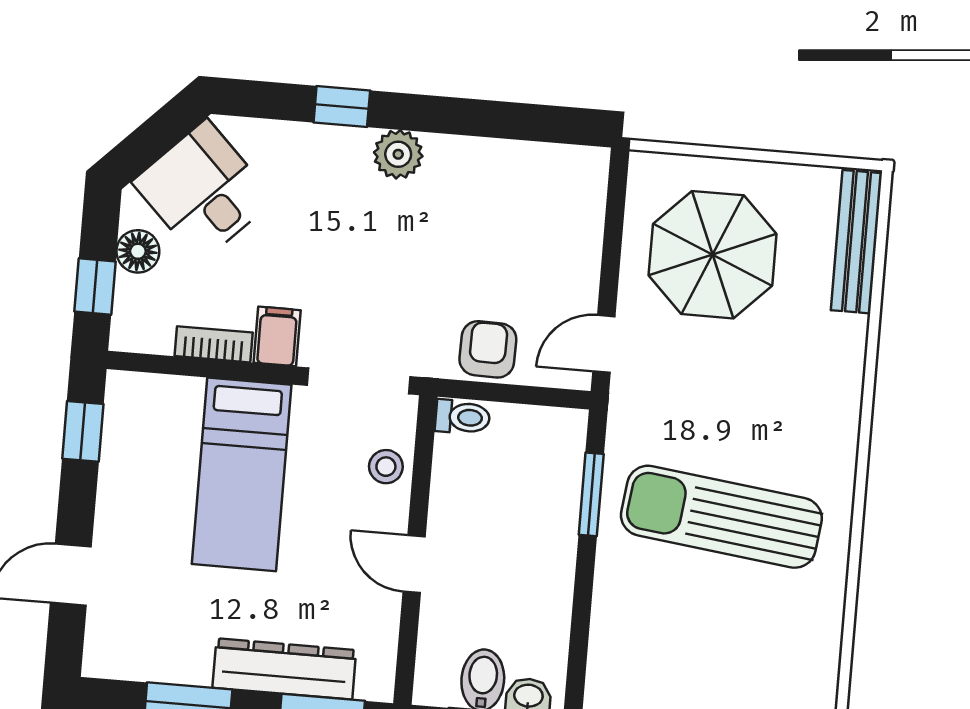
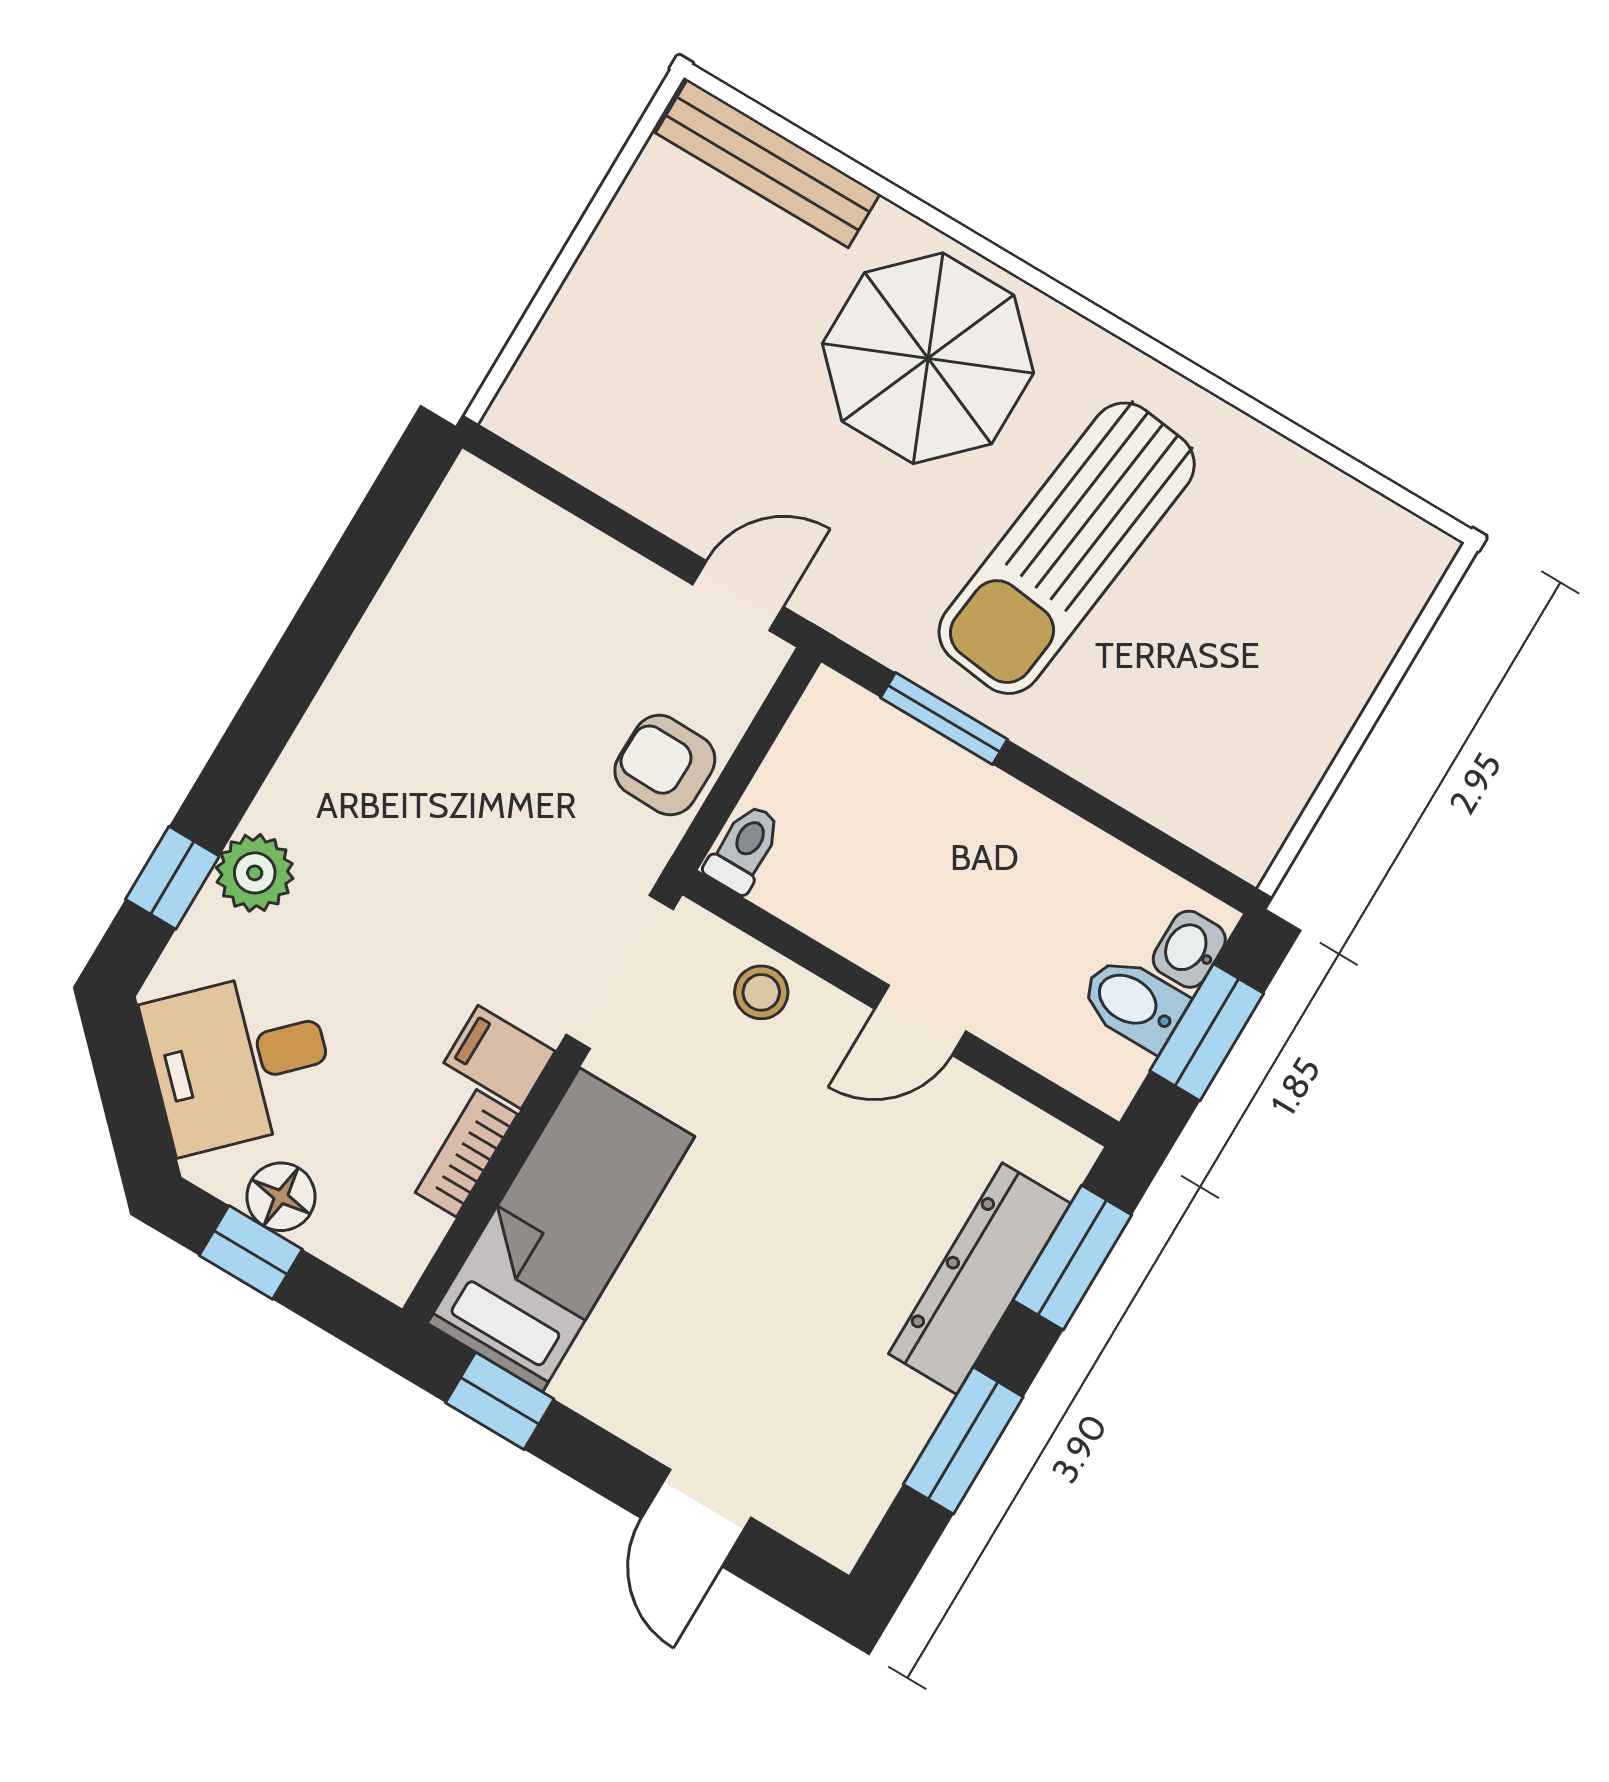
window: (342, 106) -> (172, 878), moved
plant: (398, 154) -> (255, 873), moved
parasol: (713, 255) -> (928, 358), moved
window: (95, 286) -> (251, 1252), moved
door: (604, 344) -> (738, 596), swing flipped
bed: (242, 474) -> (561, 1230), moved, turned -90

